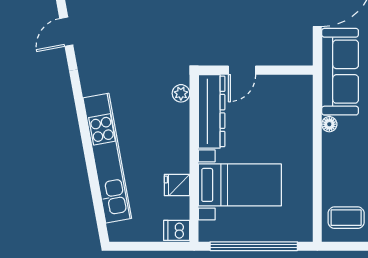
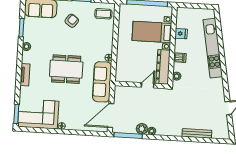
dishwasher: (177, 230) -> (180, 58), moved

